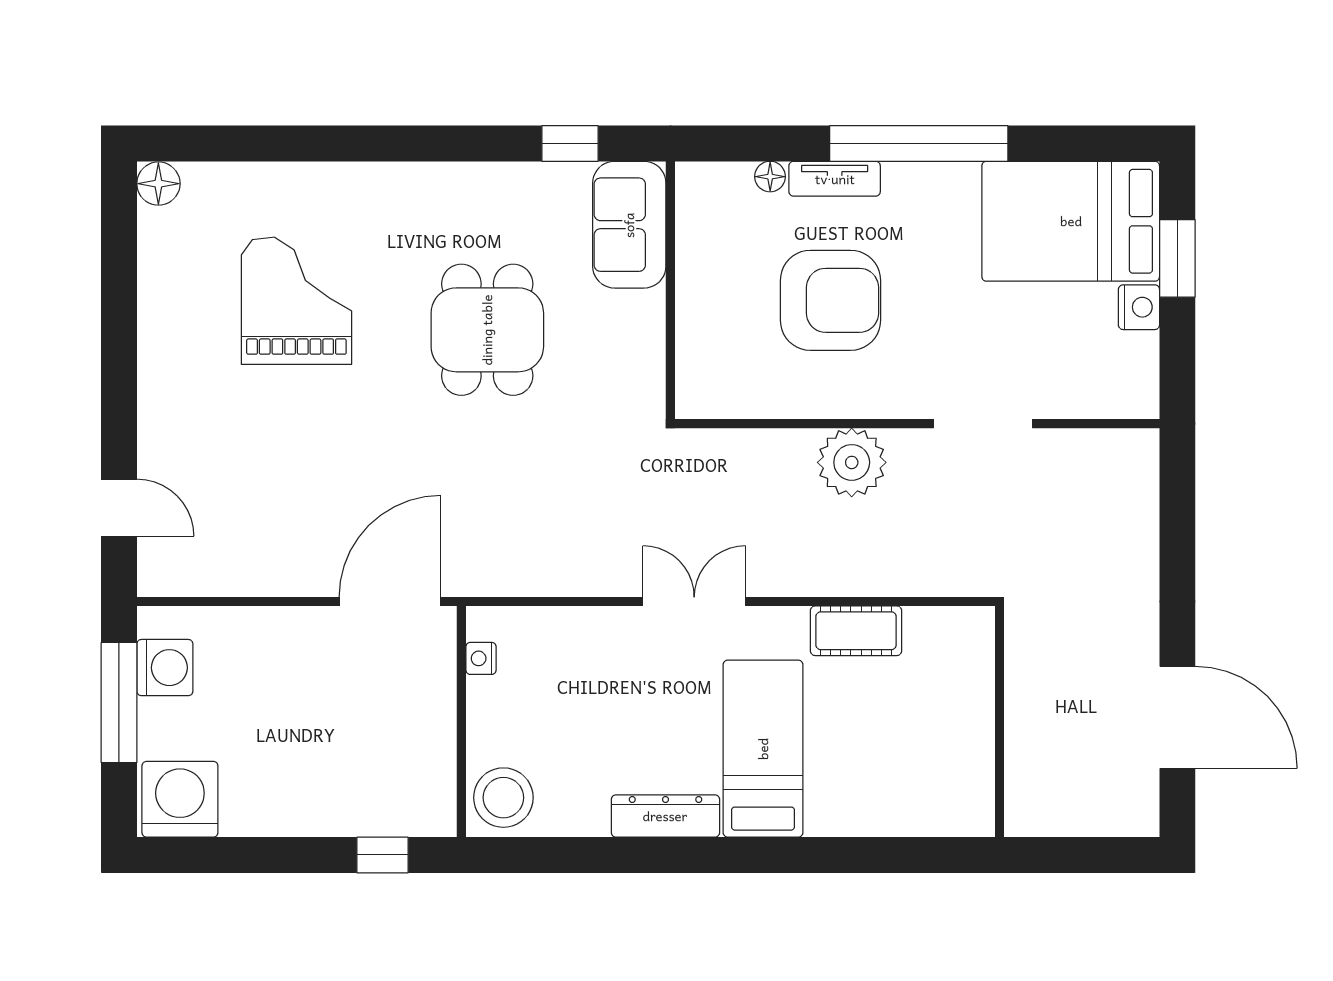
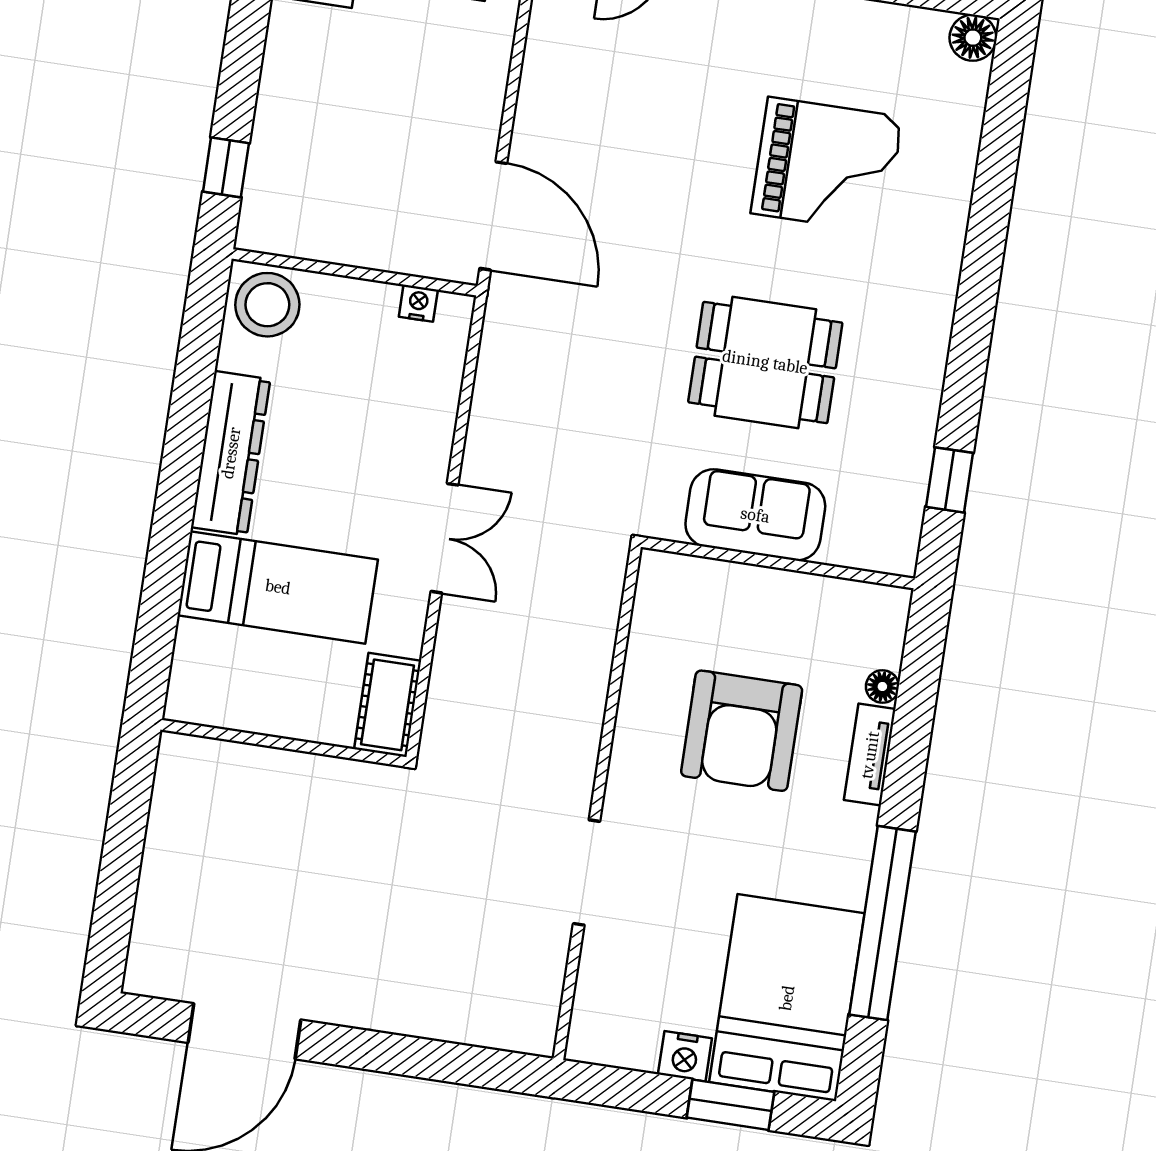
window: (919, 143) -> (882, 923), moved
sofa: (629, 225) -> (755, 515), moved
plant: (852, 462) -> (567, 727), removed
wall: (999, 722) -> (283, 743), moved
dresser: (665, 816) -> (231, 453), width x1.37, depth x1.24

